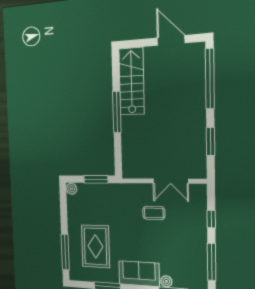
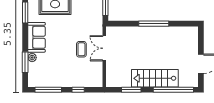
stairs: (132, 81) -> (155, 78), moved, turned 180
double door: (171, 181) -> (104, 48), moved

